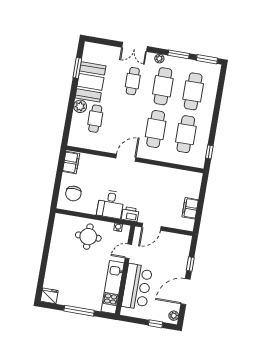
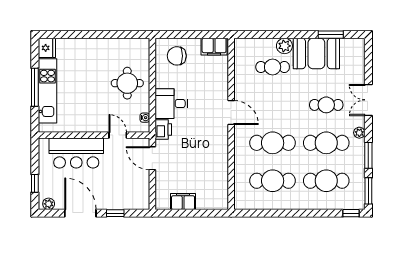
window: (209, 152) -> (351, 213), moved
kitchen unit: (113, 287) -> (47, 91), moved, turned 90

